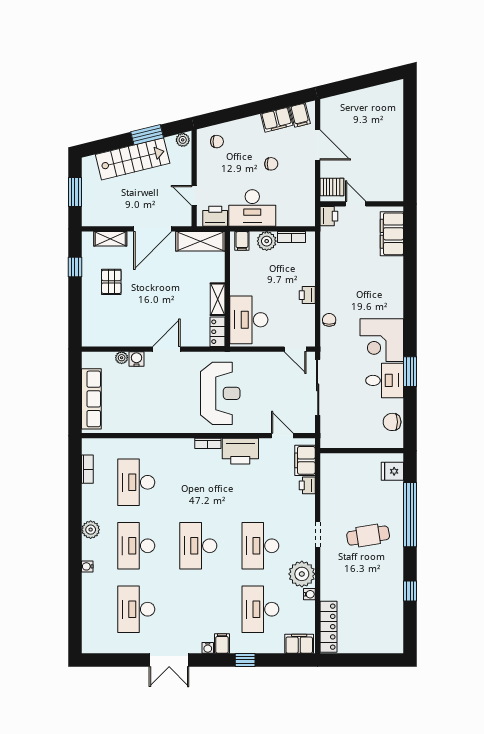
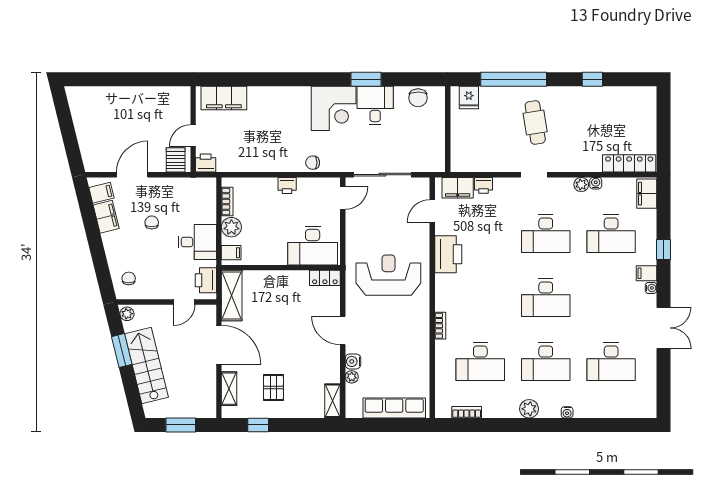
desk: (252, 208) -> (197, 242), width x0.73
pallet: (111, 282) -> (273, 387), turned 90
shelving: (218, 299) -> (333, 401), moved, turned 90
bookcase: (208, 443) -> (440, 326), moved
plant: (302, 574) -> (581, 185), width x0.53, depth x0.53

